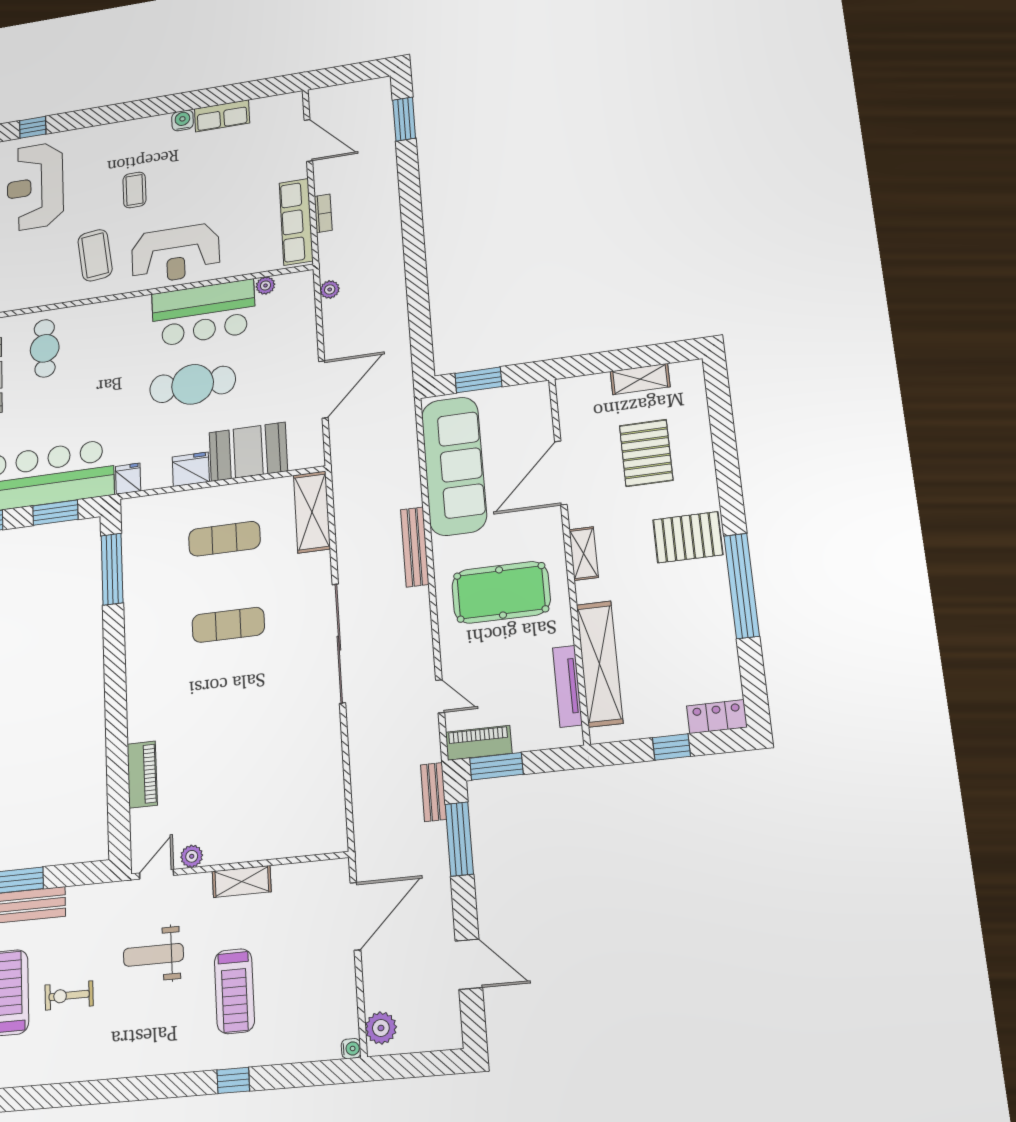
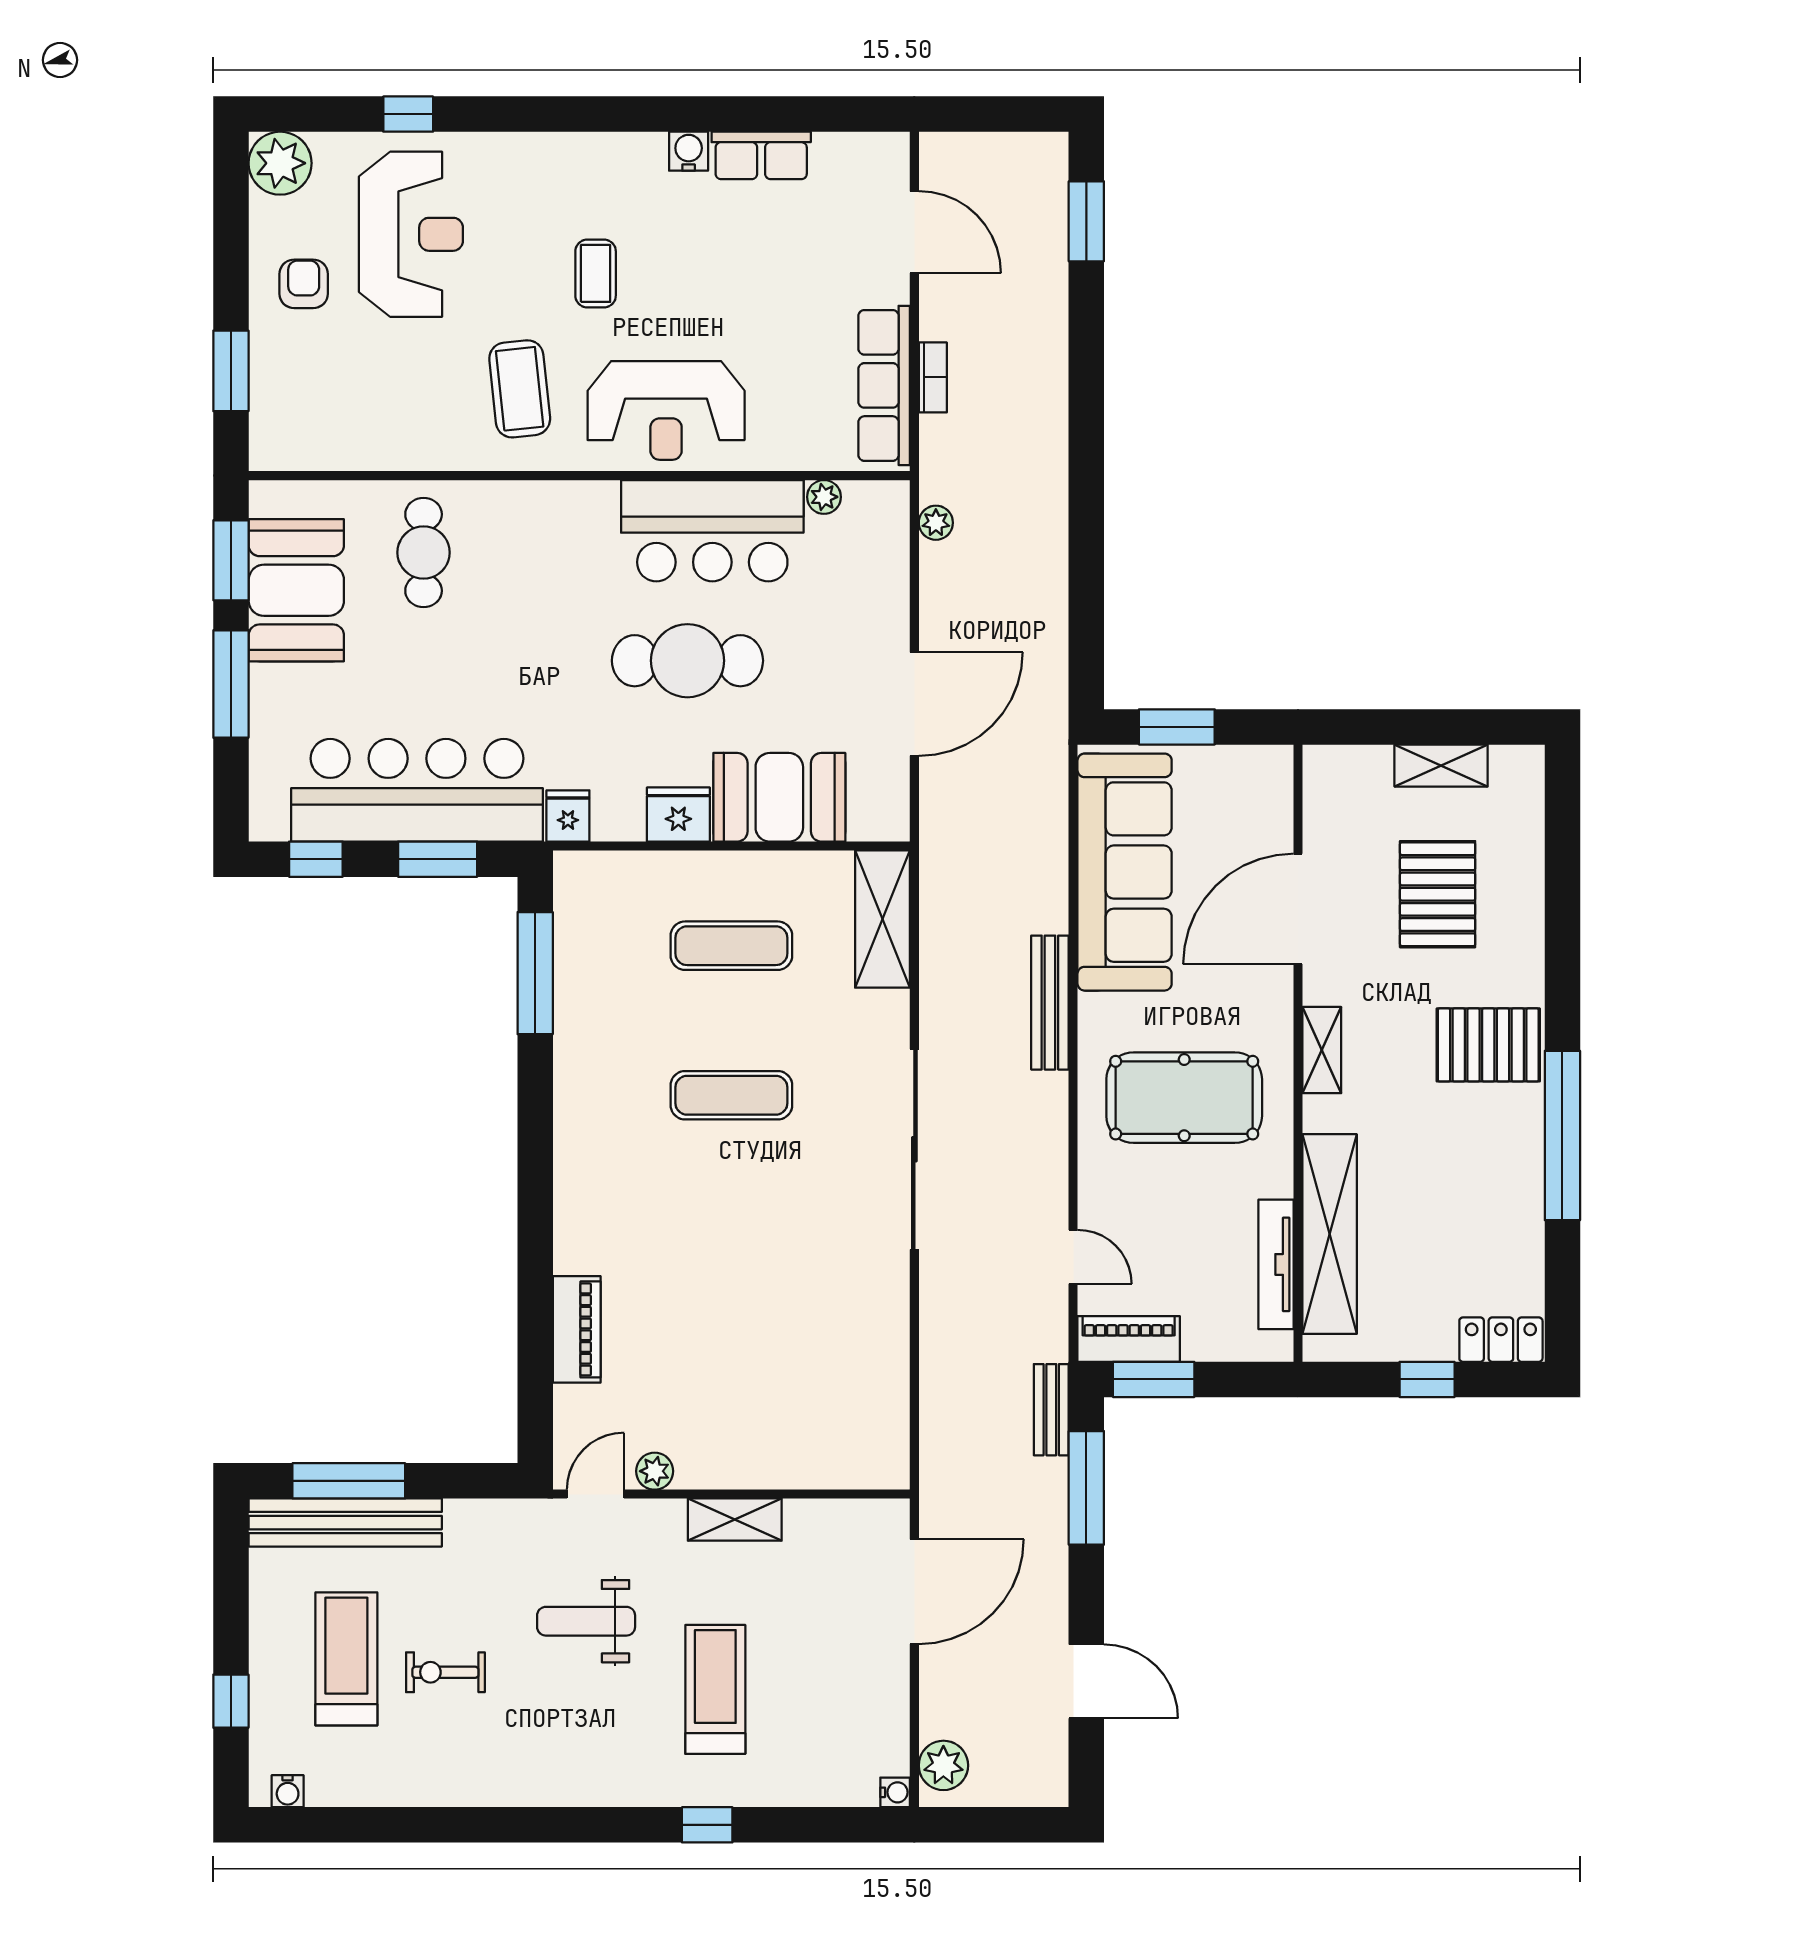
reception desk: (35, 186) -> (411, 234), turned 180
treadmill: (234, 991) -> (715, 1689), turned 180

